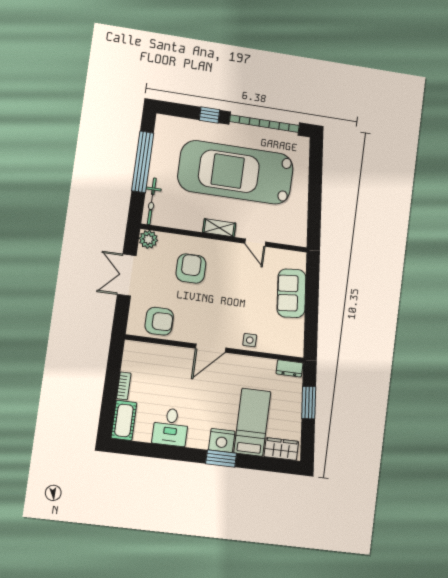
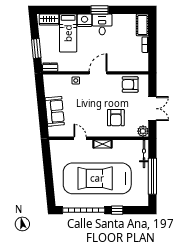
car: (236, 172) -> (97, 178), turned 180
desk: (171, 427) -> (102, 24), moved
window: (221, 459) -> (100, 10), moved

